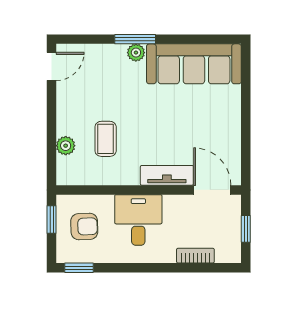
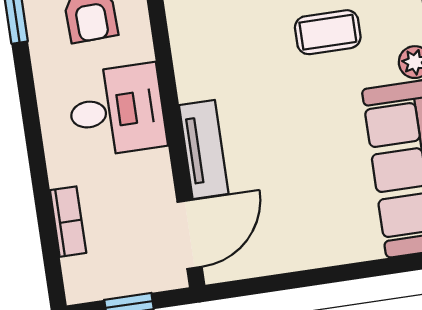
coffee table: (106, 139) -> (328, 32), moved

